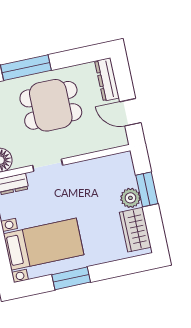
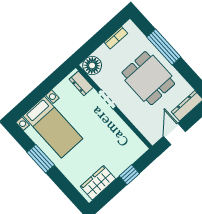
window: (147, 189) -> (129, 175), width x0.67
plant: (130, 198) -> (117, 167), removed

